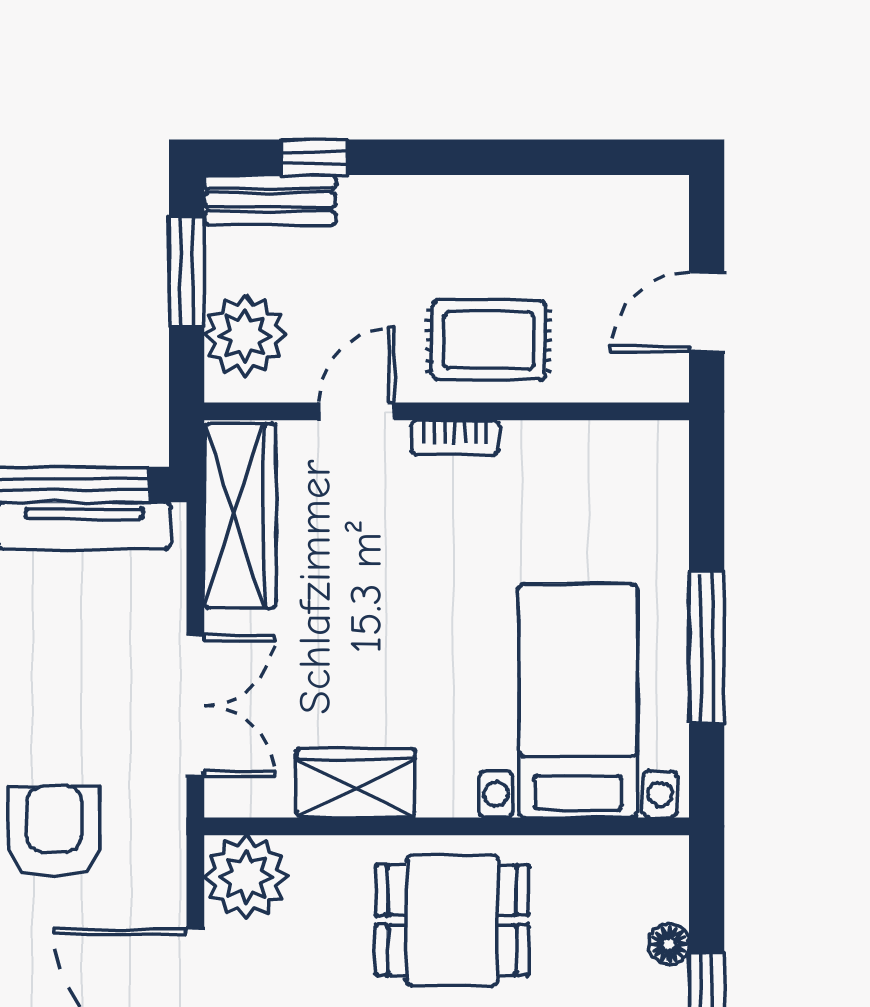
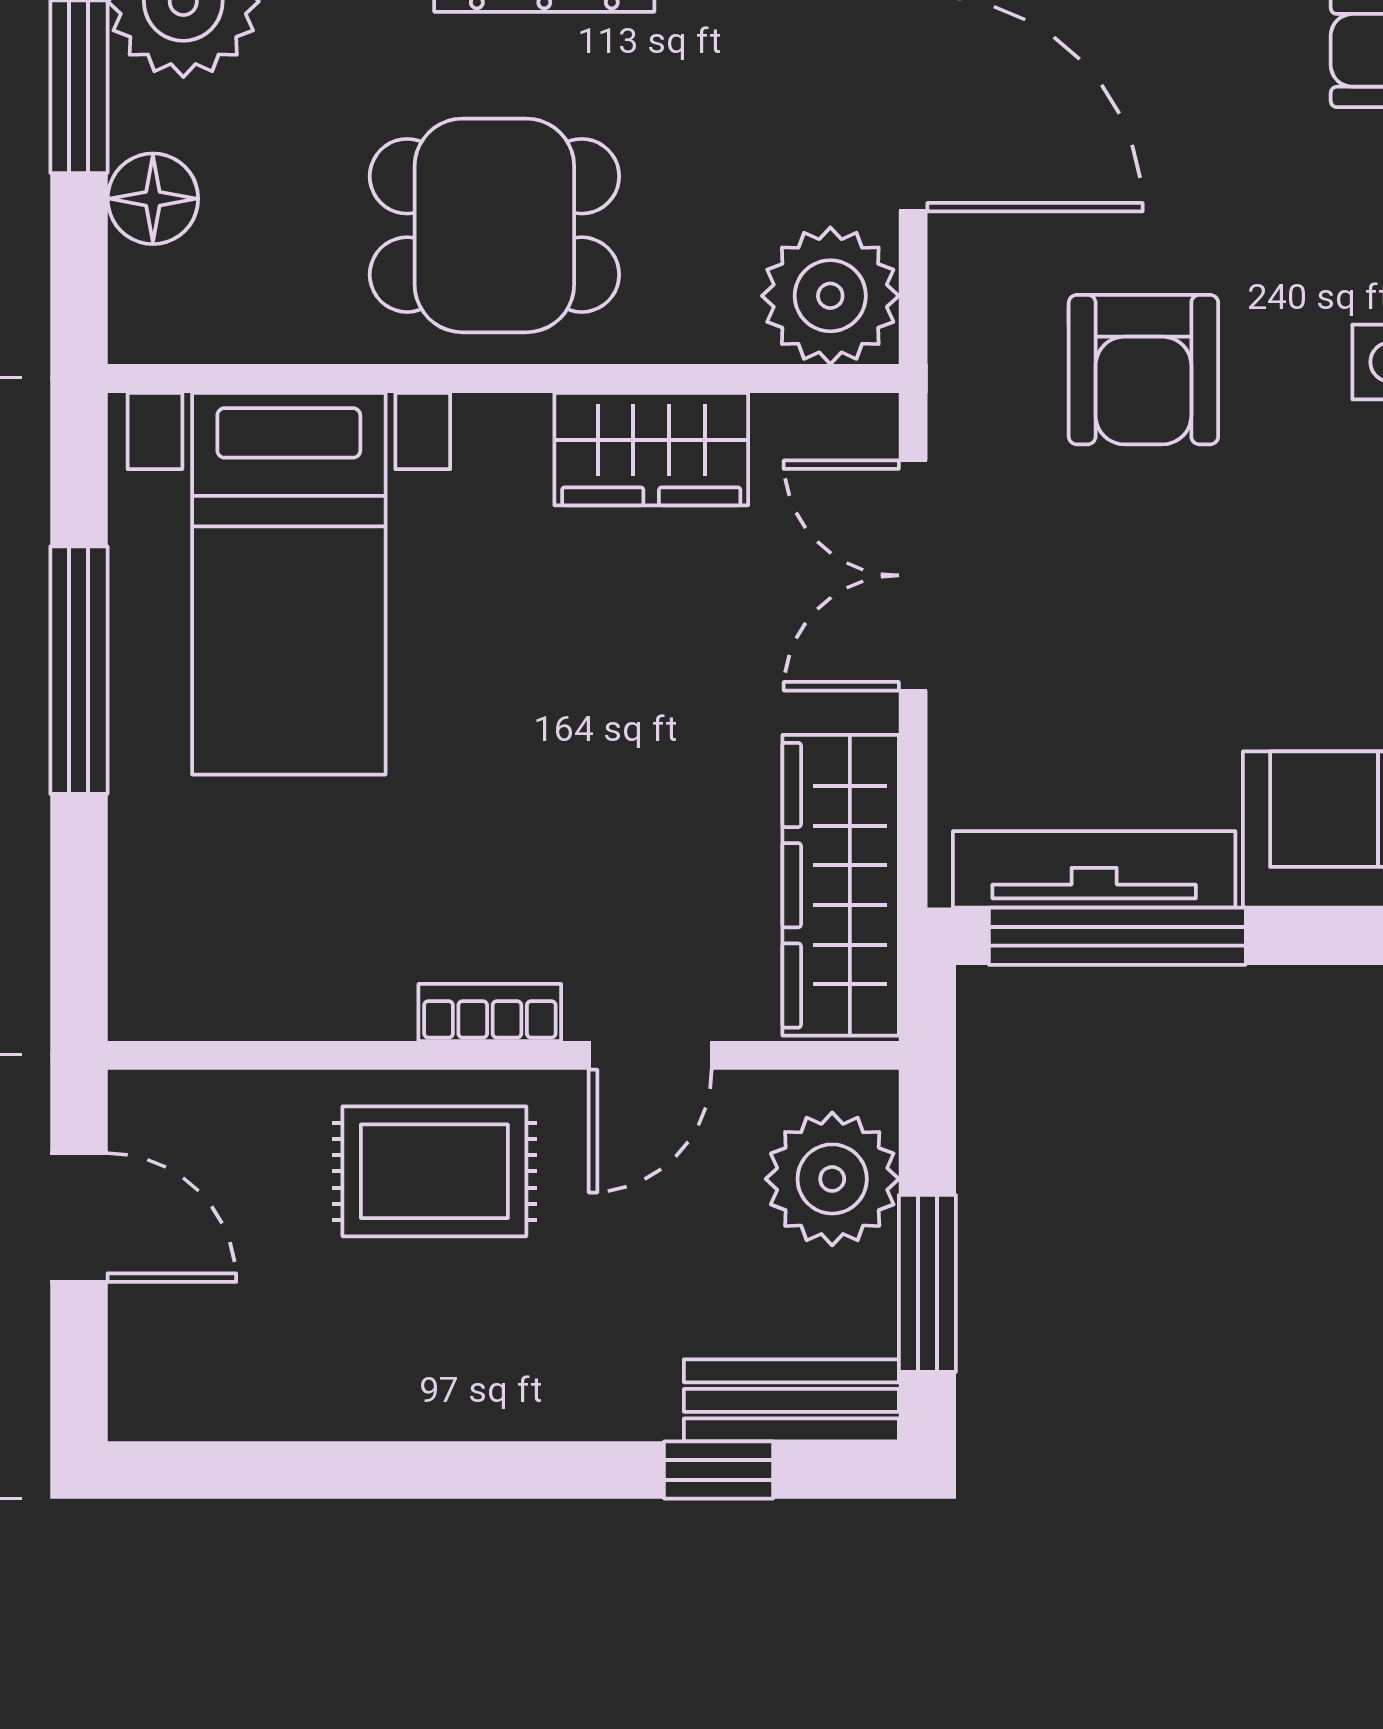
door: (707, 312) -> (79, 1218), hinge flipped
floor lamp: (669, 944) -> (153, 199), width x1.37, depth x1.37

